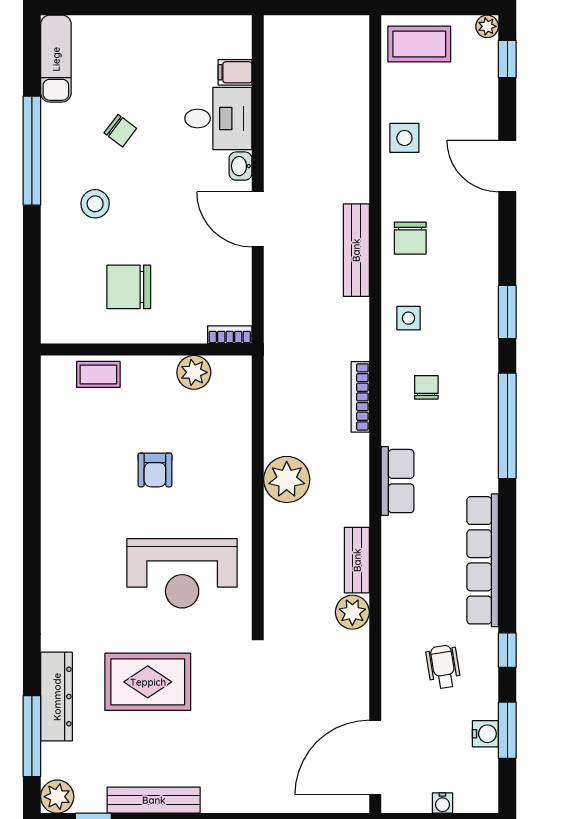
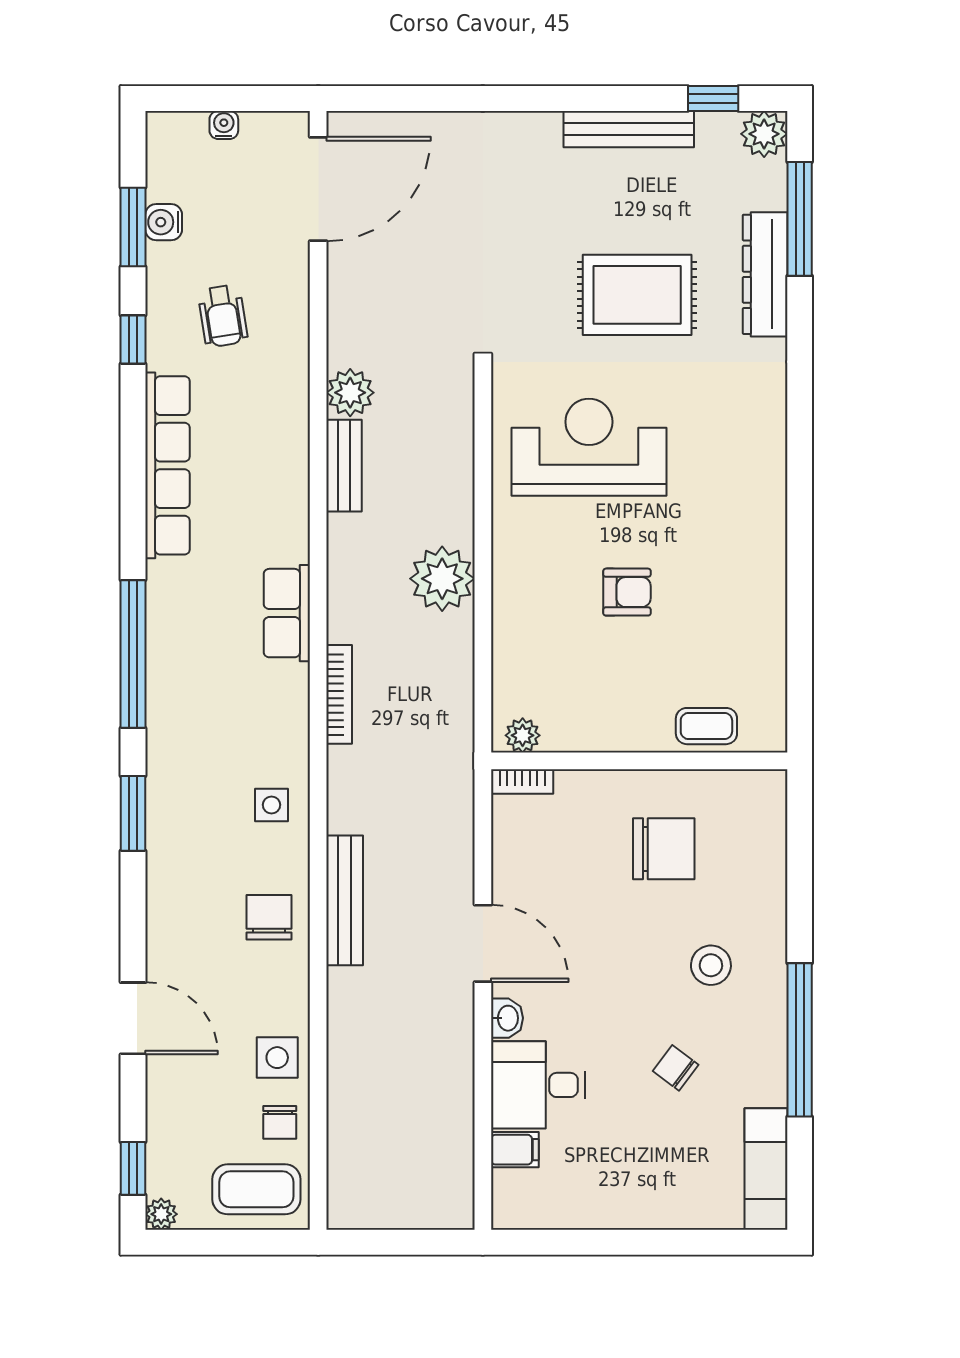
plant: (194, 372) -> (523, 735), moved, width x0.73, depth x0.73
chair: (426, 387) -> (280, 1122), moved
armchair: (155, 470) -> (627, 592), turned 90
row of seats: (397, 481) -> (287, 613), moved

